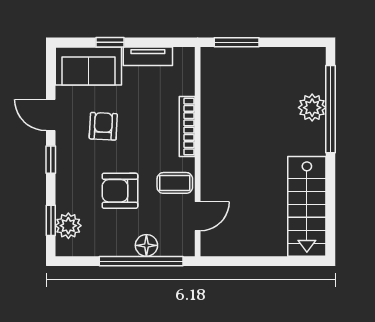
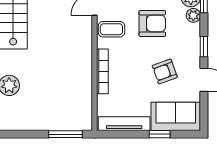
tv unit: (148, 56) -> (124, 124), width x1.41
armchair: (103, 126) -> (165, 71), turned 67
plant: (65, 202) -> (193, 15), added

